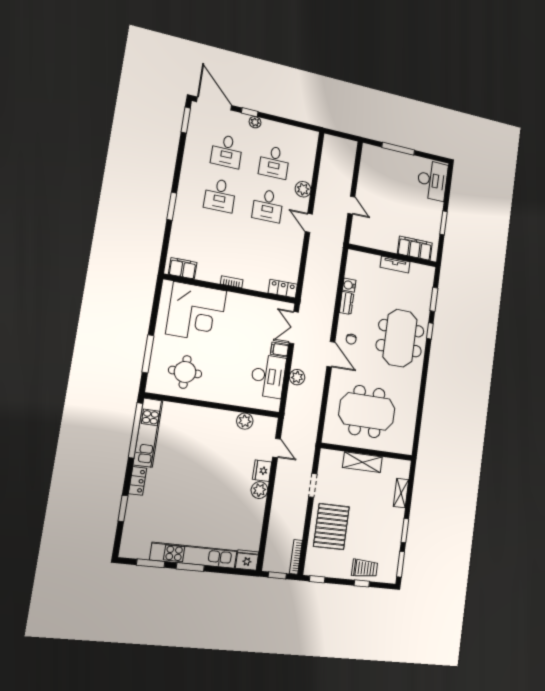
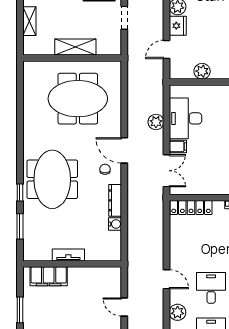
locker: (283, 289) -> (191, 208), width x1.53
dresser: (347, 303) -> (115, 200), width x1.44
door: (277, 448) -> (167, 49), hinge flipped

